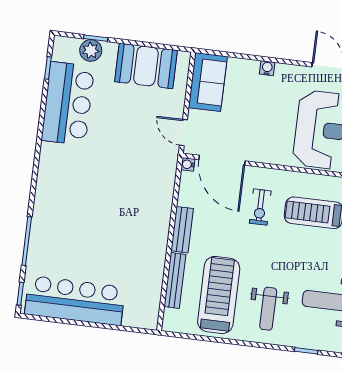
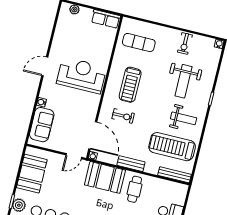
sofa: (208, 82) -> (42, 125), moved, turned 90
door: (222, 160) -> (93, 135), hinge flipped
booth: (154, 189) -> (105, 177), added
cafe table: (140, 241) -> (135, 189), added
bench: (175, 281) -> (175, 175), moved

